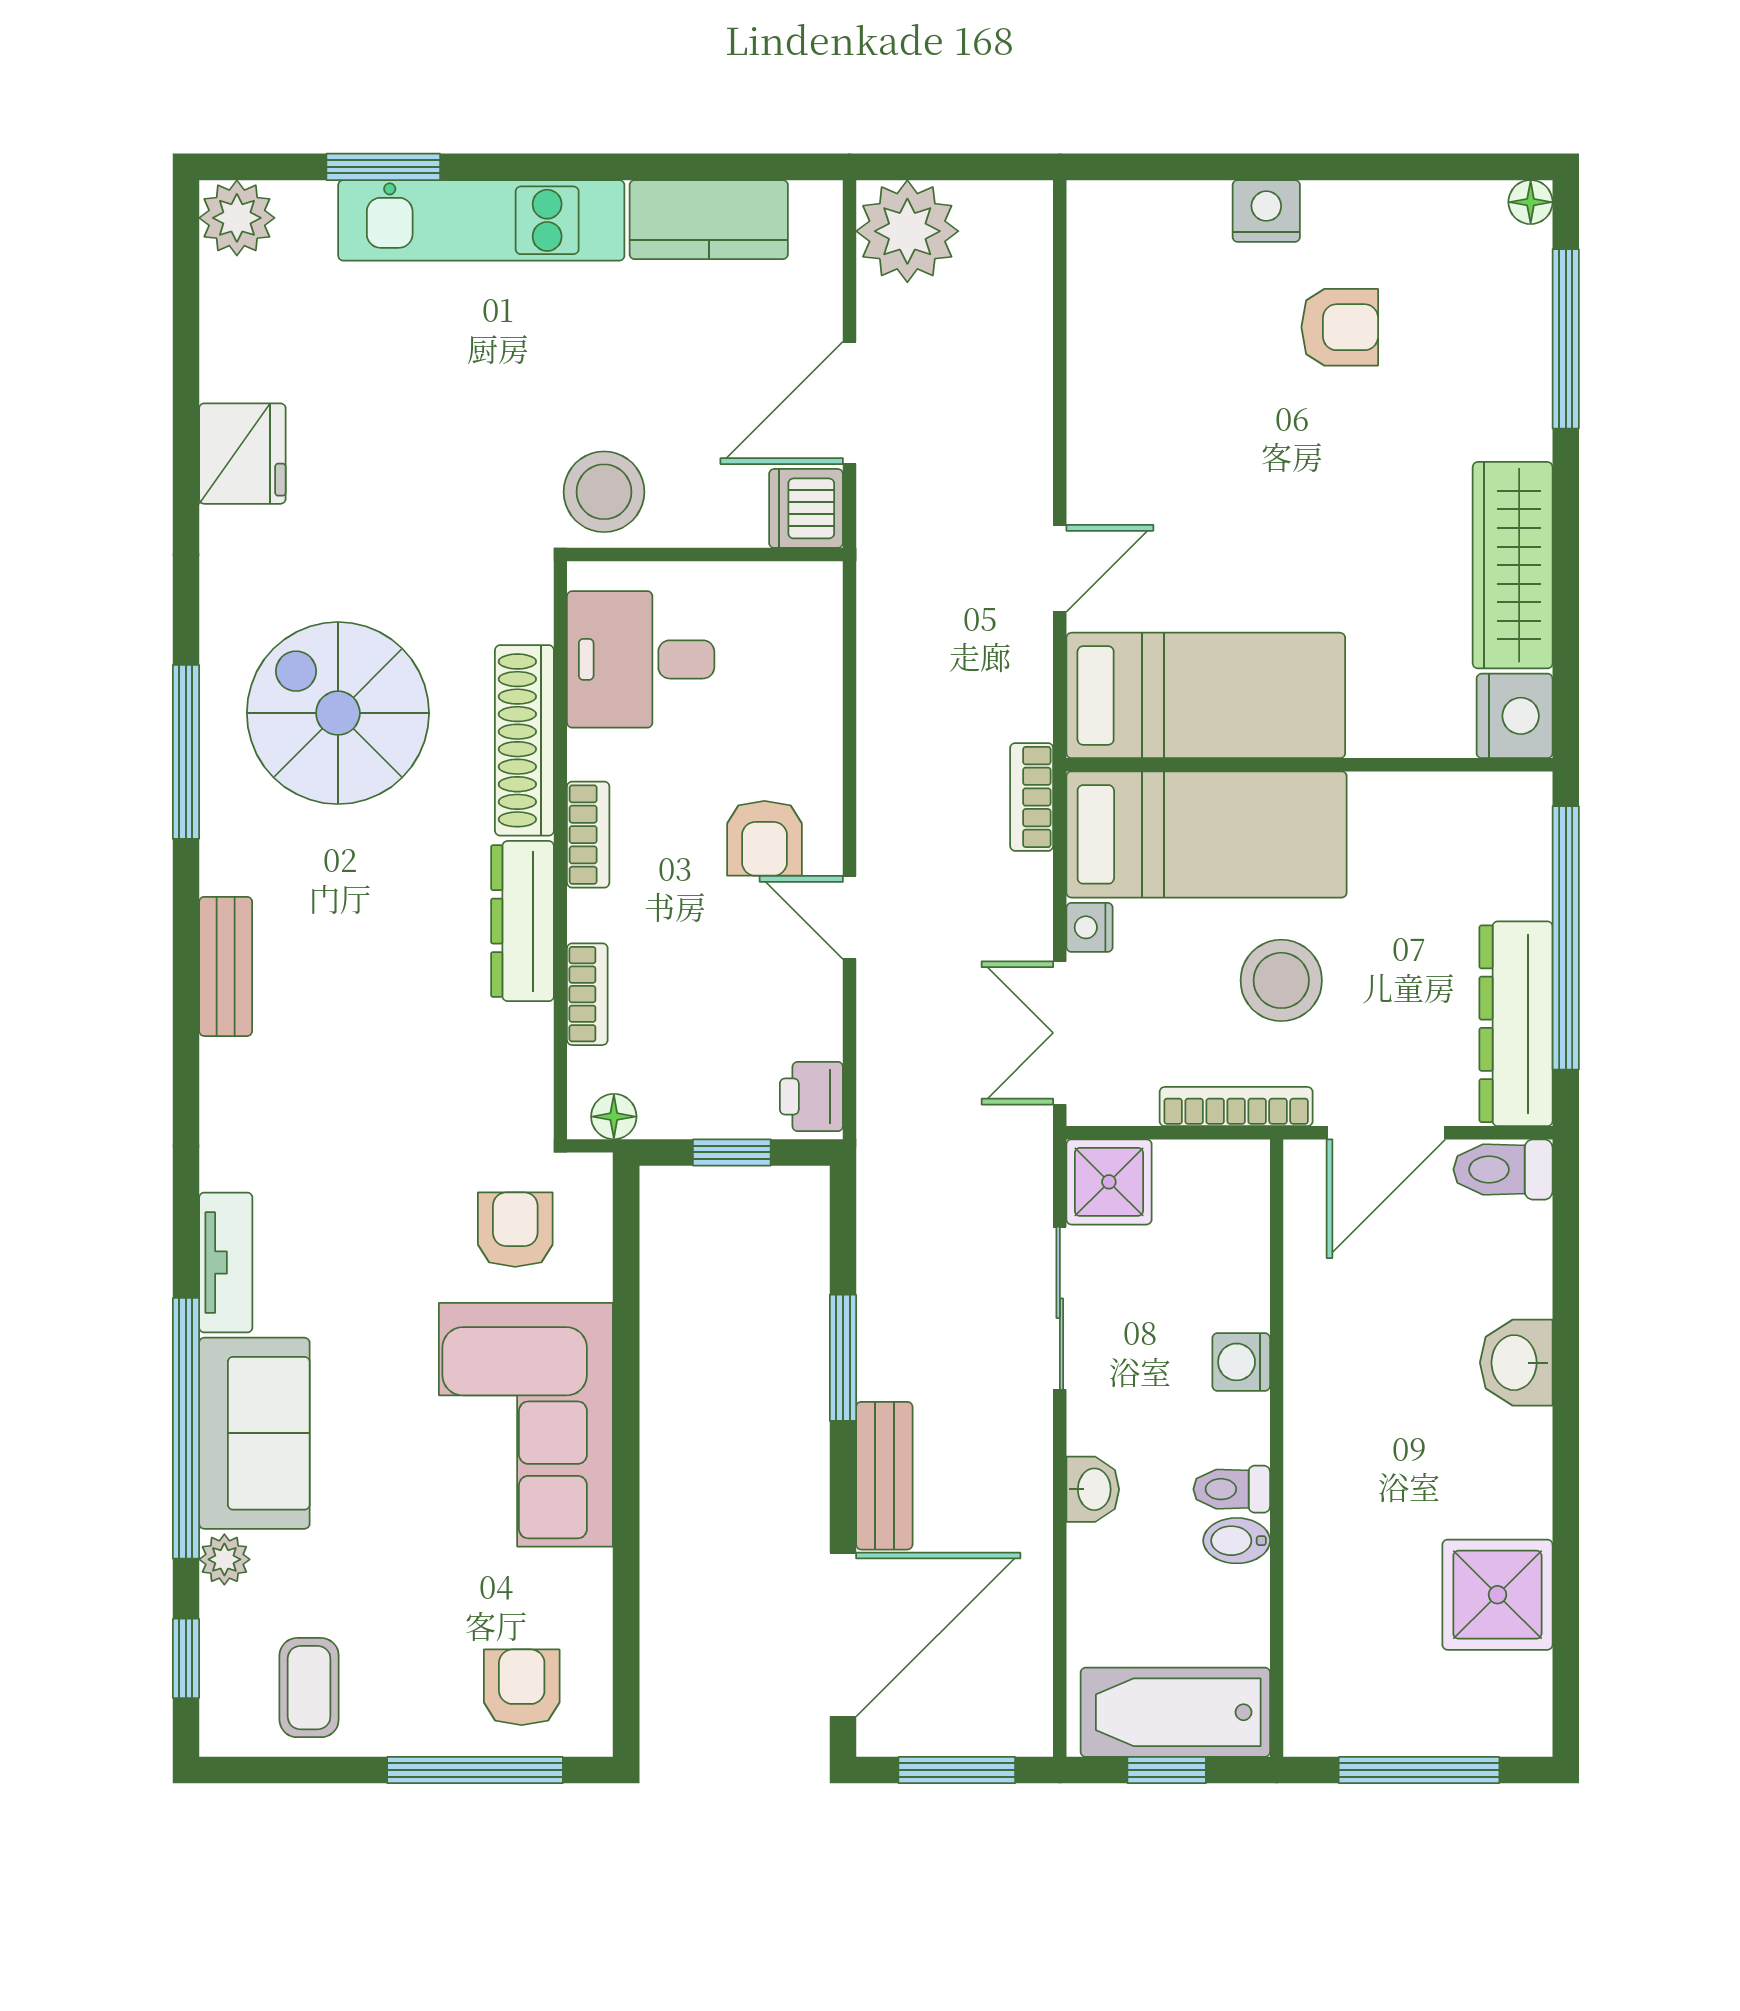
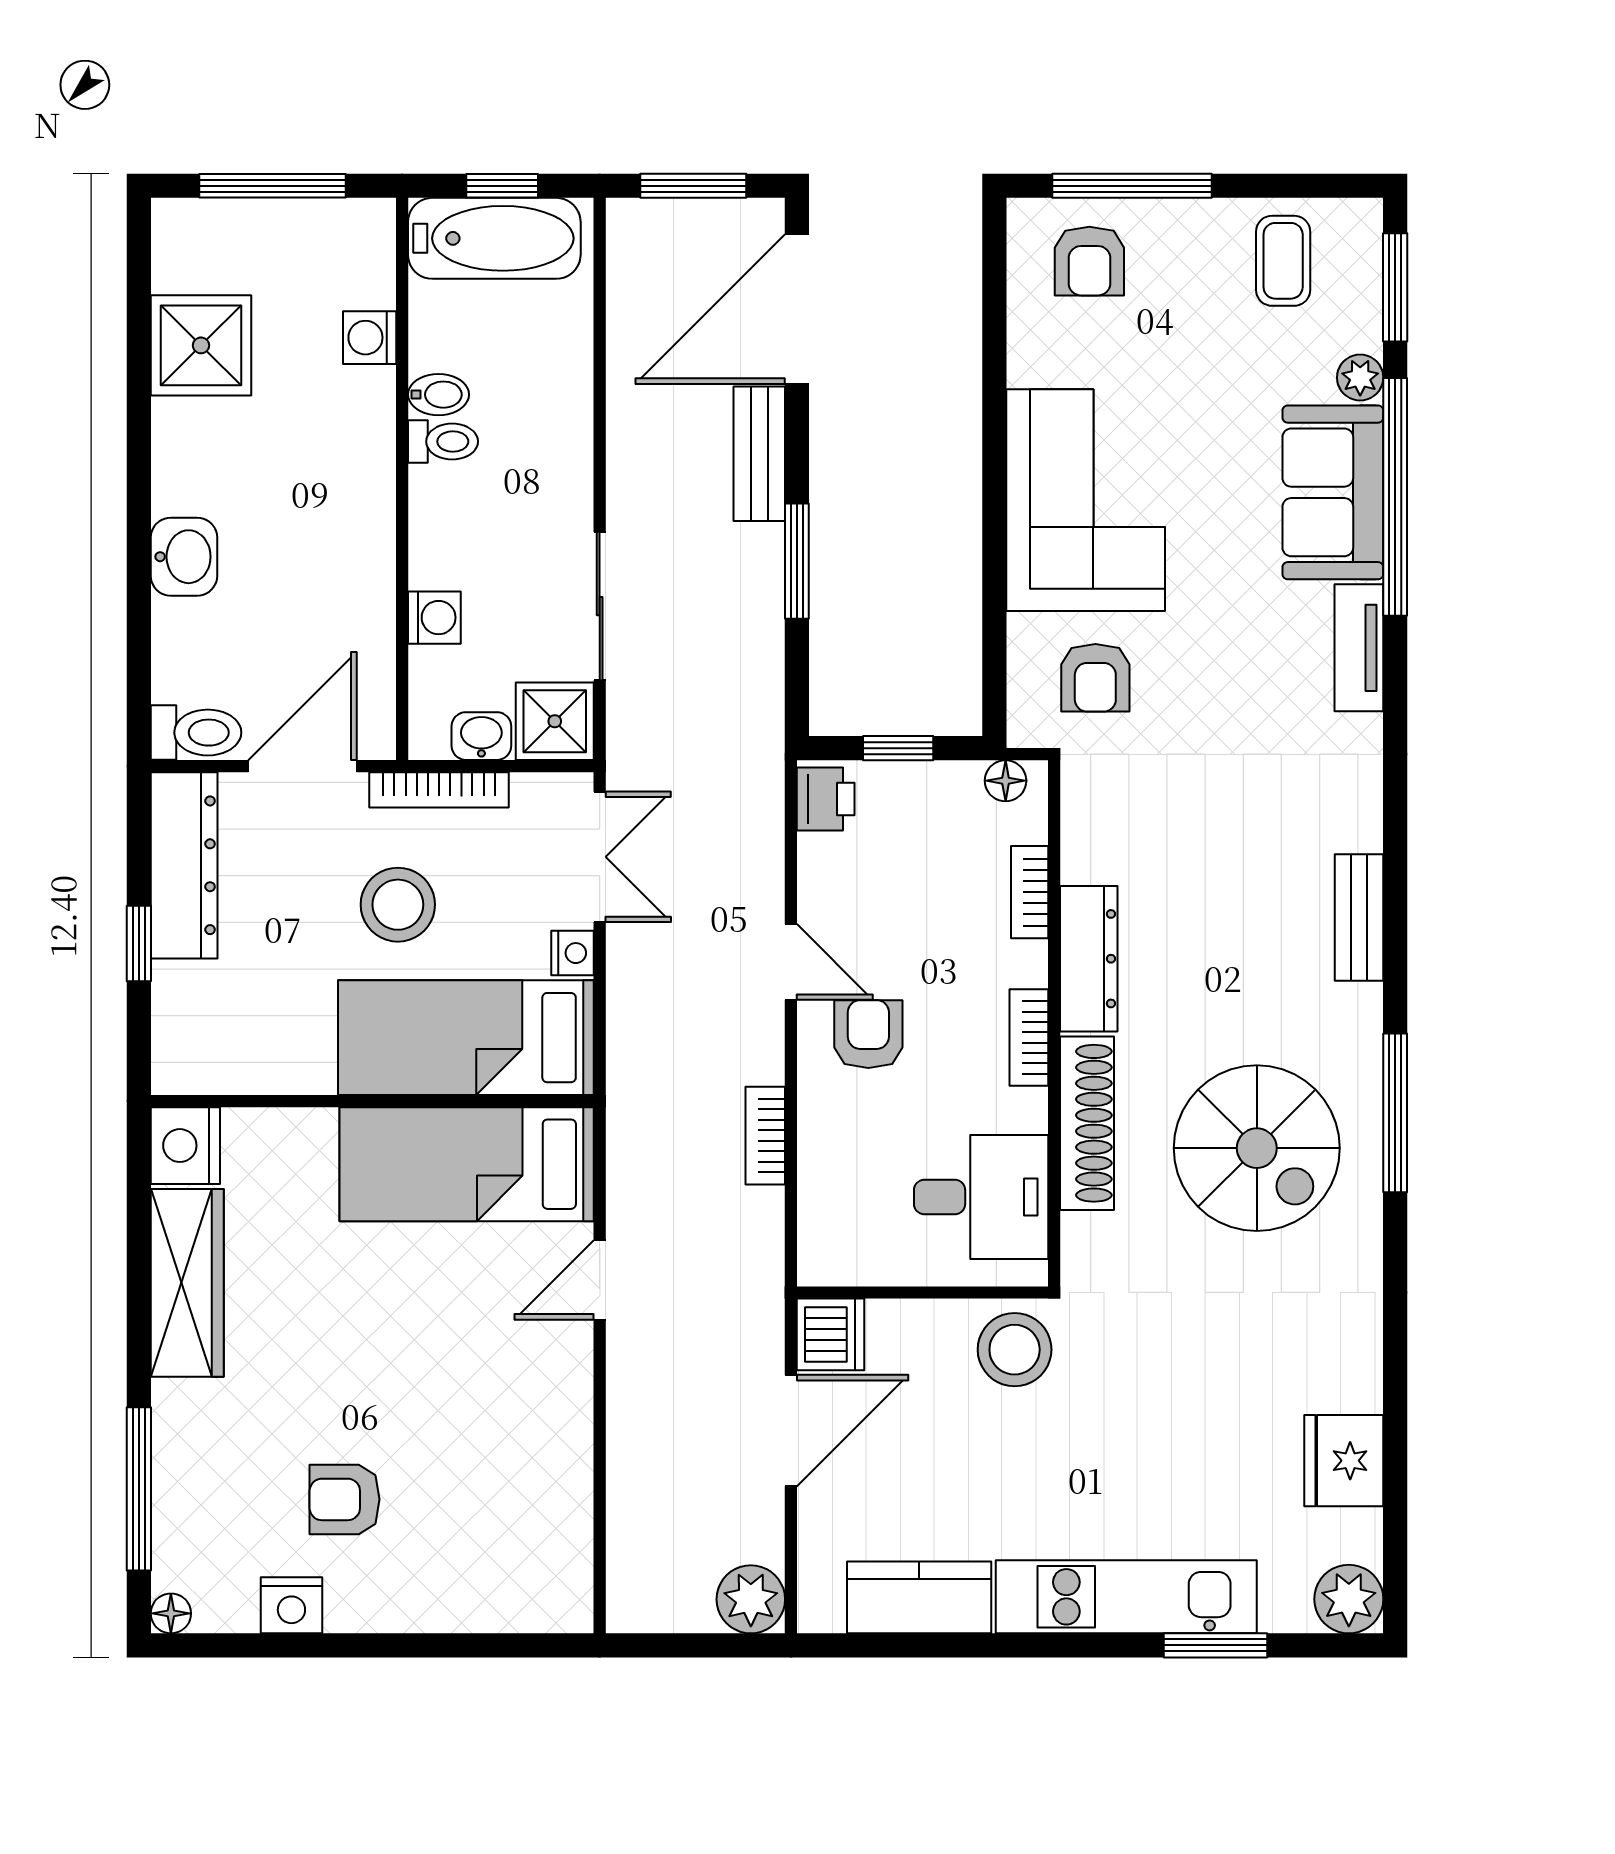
nightstand: (1266, 211) -> (291, 1605), moved
plant: (907, 231) -> (751, 1599), width x0.73, depth x0.73
fridge: (242, 454) -> (1344, 1461), moved
bookcase: (1032, 797) -> (765, 1136), moved, turned 180
window: (1566, 938) -> (139, 943), width x0.32
washing machine: (1241, 1362) -> (434, 618), moved
washbasin: (1093, 1489) -> (481, 736), moved, turned 90
washing machine: (1312, 1603) -> (370, 338), added
window: (186, 1658) -> (1395, 287), width x1.50

